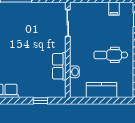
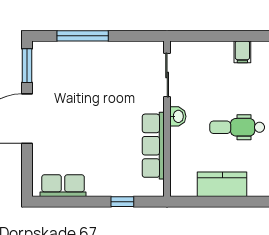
row of seats: (59, 66) -> (153, 146), width x1.48
washbasin: (74, 72) -> (178, 116), moved

